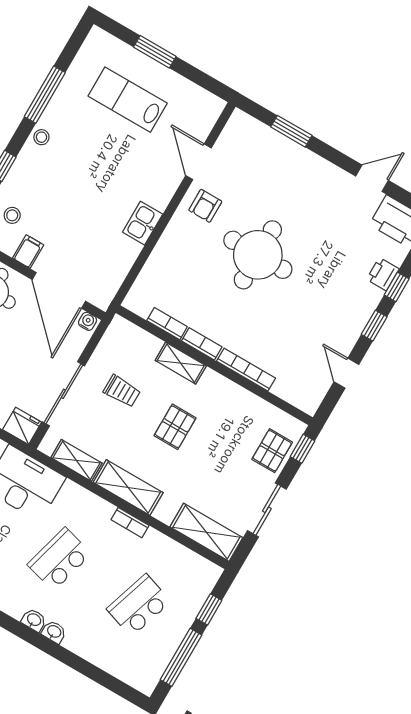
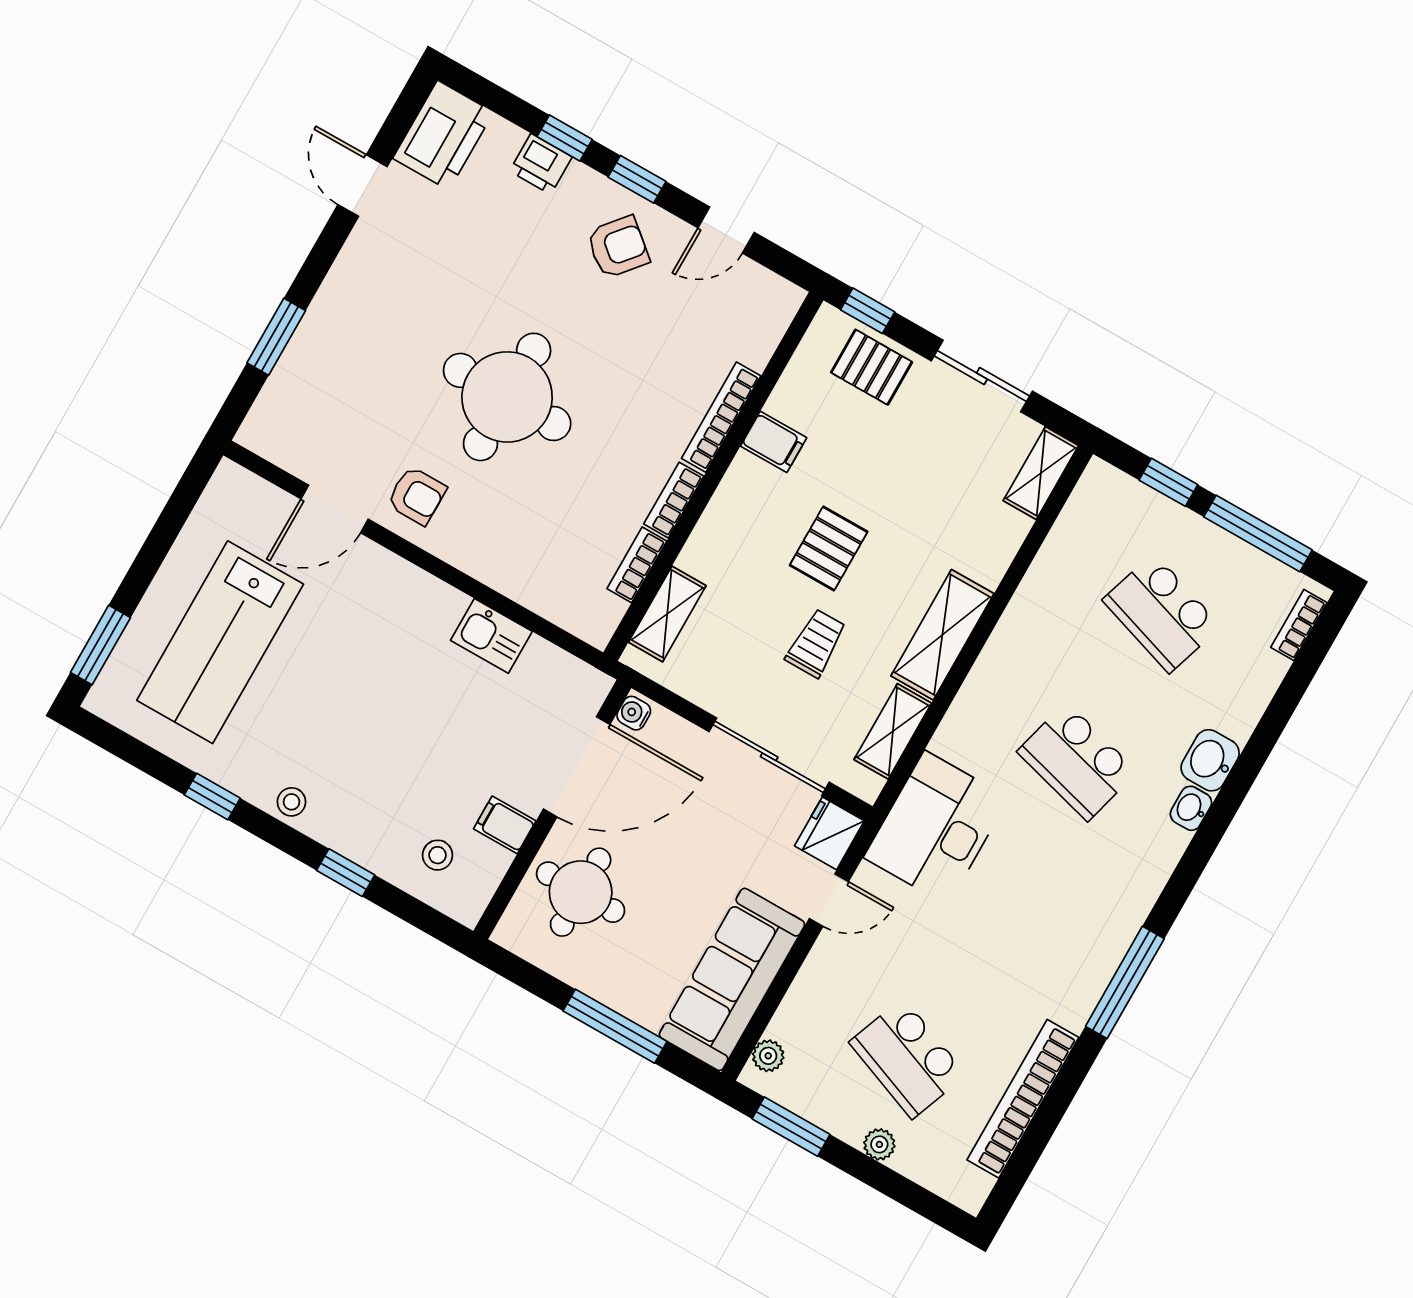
window: (155, 52) -> (100, 645), moved
window: (45, 95) -> (212, 796), width x0.46
lab bench: (128, 100) -> (220, 642), width x1.36, depth x1.39
kitchen sink: (143, 223) -> (491, 636), moved
armchair: (338, 315) -> (618, 247), added
shelving: (181, 363) -> (667, 614), moved
trolley: (122, 391) -> (816, 643), moved
filing cabinet: (232, 398) -> (774, 442), added
pallet: (175, 427) -> (829, 548), turned 90
bookcase: (130, 523) -> (1299, 625), moved, turned 180
shelving: (206, 532) -> (1041, 473), width x0.67, depth x0.75
washbasin: (54, 632) -> (1210, 760), width x1.38, depth x1.45

